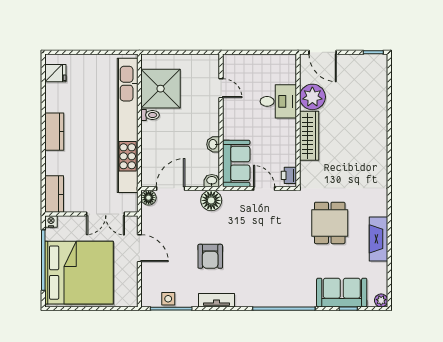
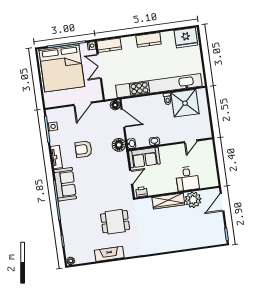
fridge: (55, 73) -> (186, 38), width x1.88, depth x1.34
double door: (106, 214) -> (99, 66), moved
sofa: (342, 293) -> (65, 184), moved

